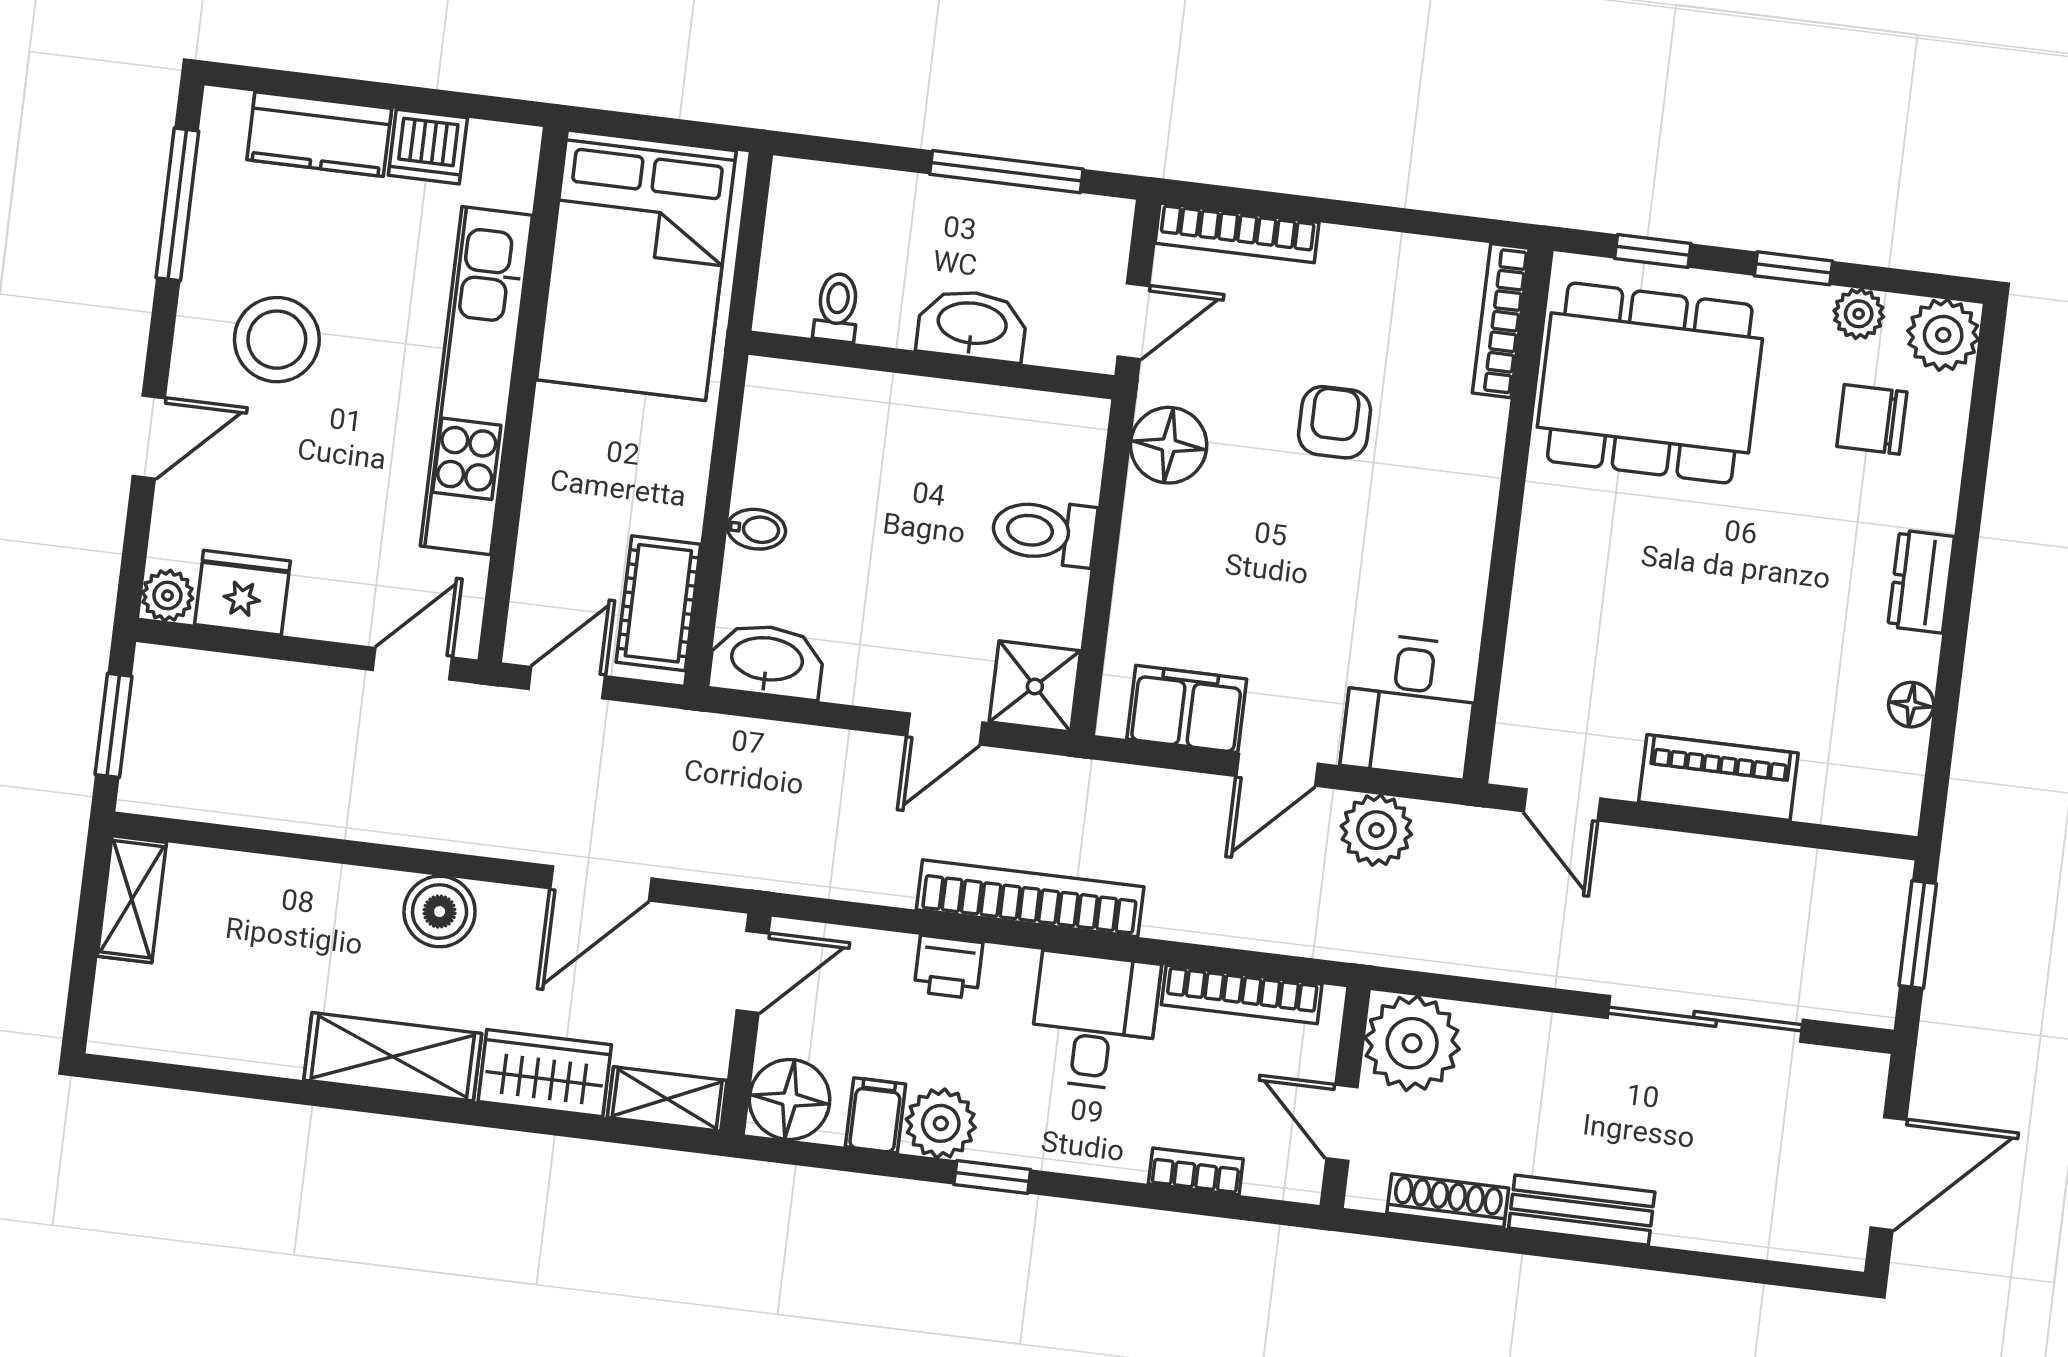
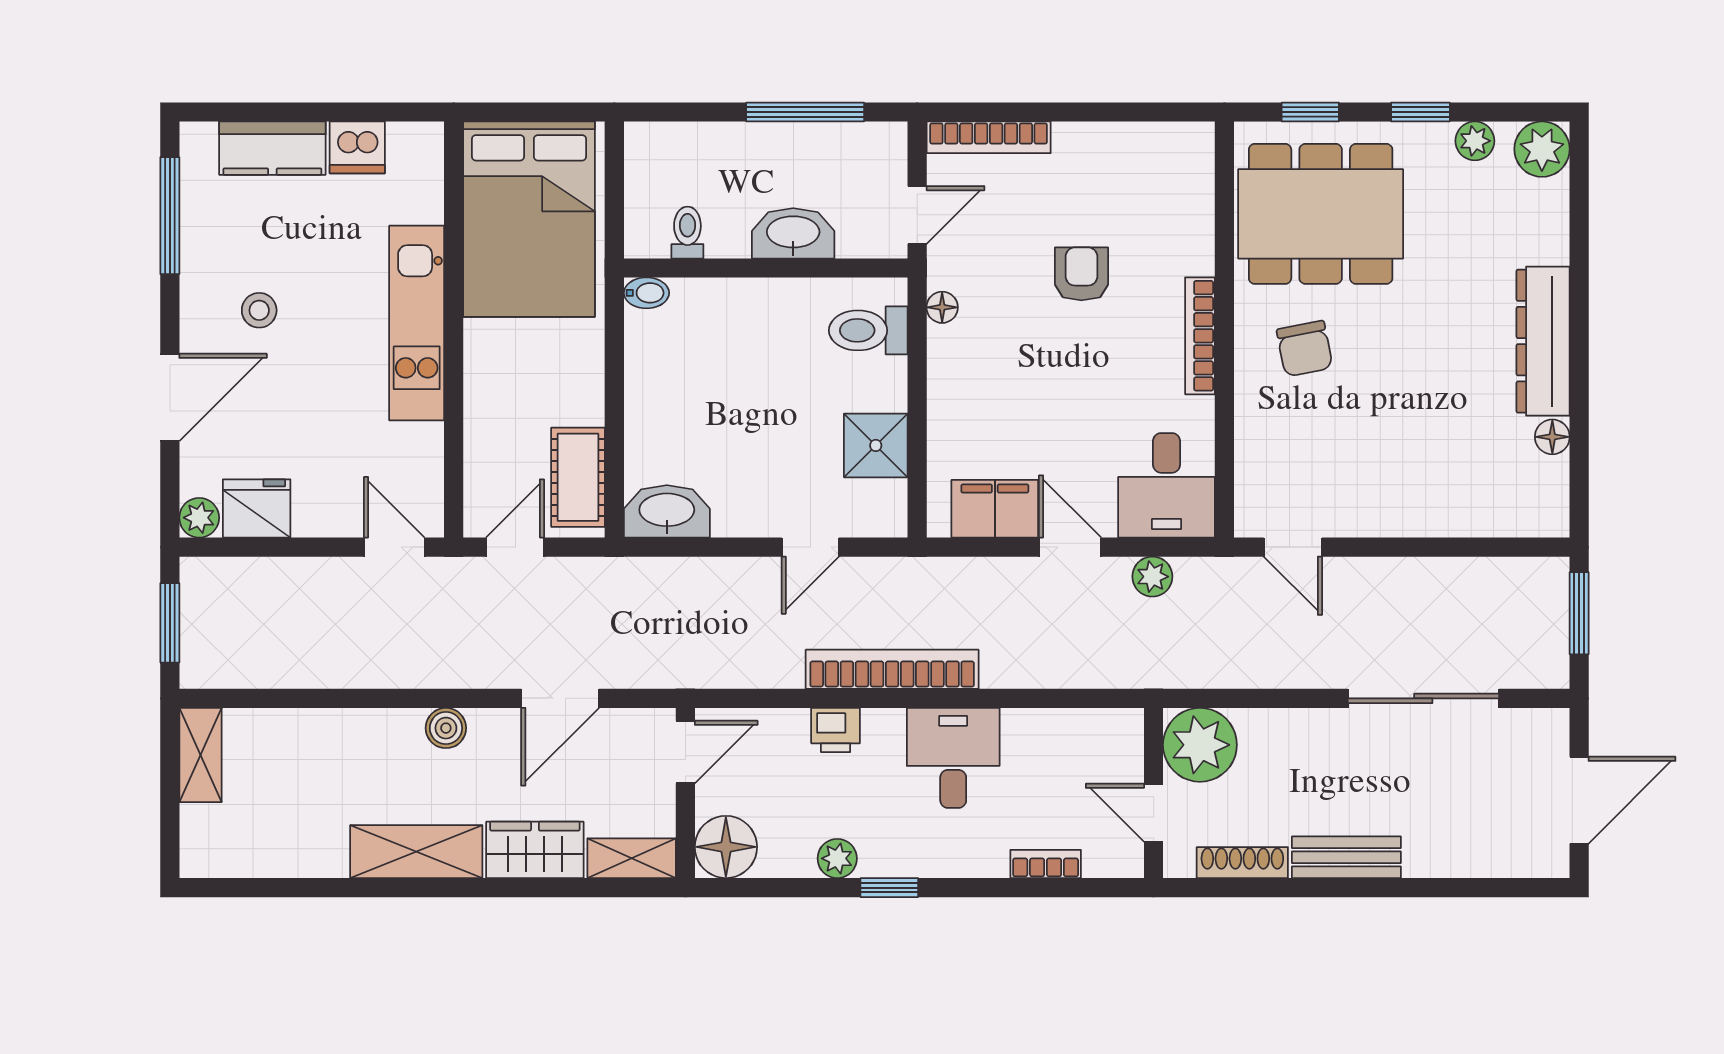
bookcase: (1501, 321) -> (1200, 336), moved
stool: (277, 340) -> (259, 310), width x0.53, depth x0.53
kitchen unit: (476, 381) -> (417, 323), width x0.73
chair: (1872, 419) -> (1305, 349), moved, turned -101
door: (149, 437) -> (170, 397), width x1.38
floor lamp: (1169, 445) -> (942, 307), width x0.53, depth x0.53
bidet: (756, 529) -> (646, 293), moved
toilet: (1044, 532) -> (868, 330), moved
dresser: (1921, 582) -> (1543, 341), width x1.96, depth x1.24
door: (412, 664) -> (394, 547), hinge flipped
shower: (1035, 686) -> (876, 445), moved
door: (1277, 770) -> (1070, 547), swing flipped
piano: (1718, 777) -> (1411, 511), removed
plant: (1376, 830) -> (1152, 577), width x0.73, depth x0.73
boiler: (440, 912) -> (446, 728), width x0.73, depth x0.73
bookcase: (1242, 995) -> (1064, 723), removed
filing cabinet: (875, 1115) -> (794, 851), removed
plant: (941, 1123) -> (837, 858), width x0.73, depth x0.73

